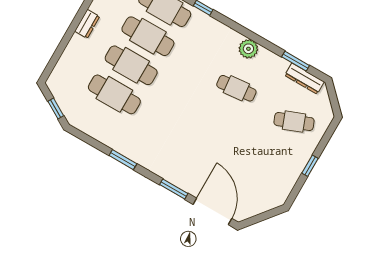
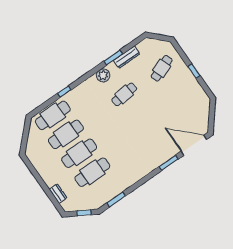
dresser: (87, 24) -> (58, 194), moved
window: (296, 61) -> (113, 57), moved
dresser: (304, 79) -> (127, 57), moved
window: (123, 160) -> (116, 199), moved

